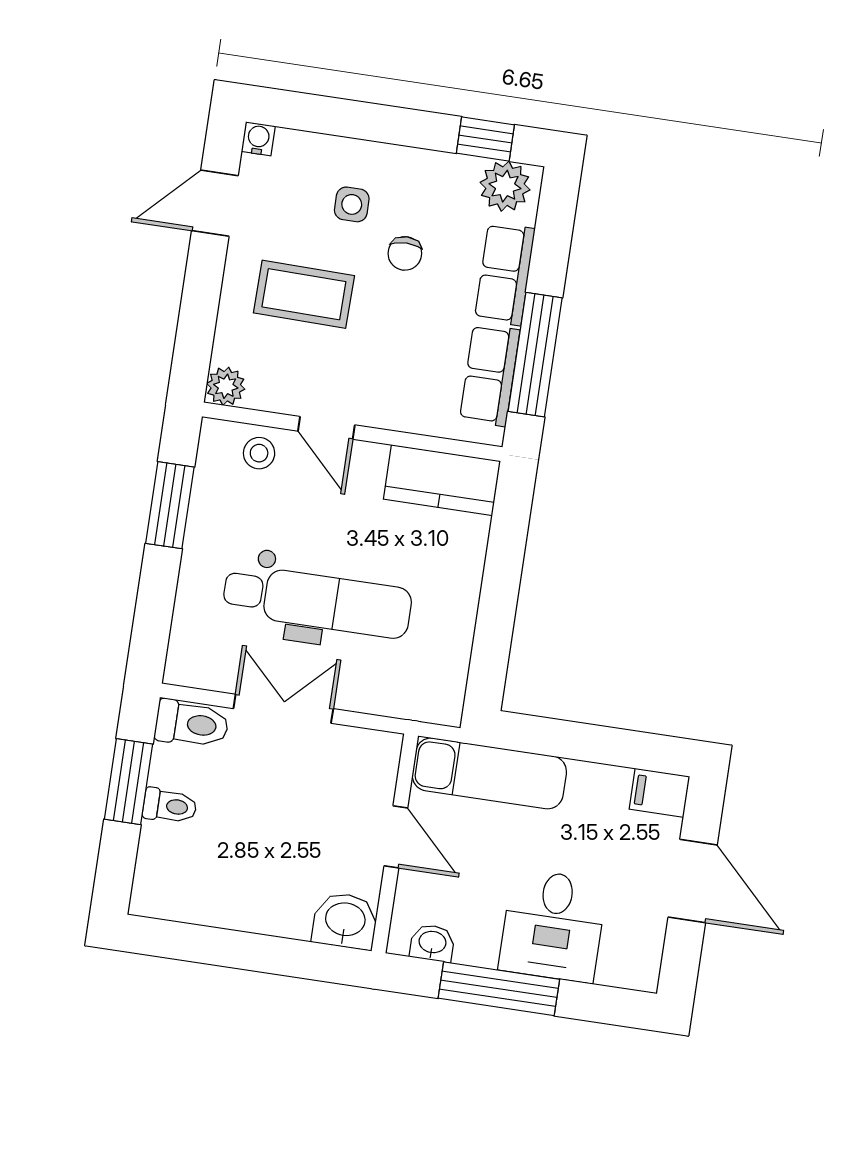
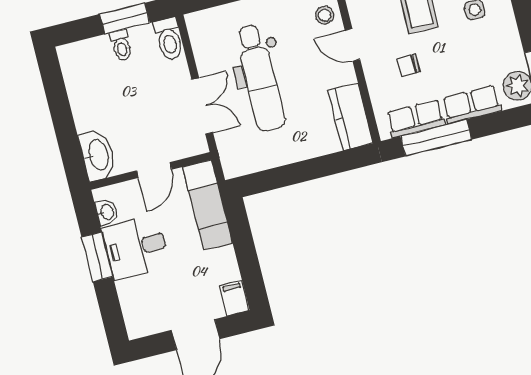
chair: (405, 253) -> (409, 65), moved
door: (326, 428) -> (353, 45), hinge flipped
double door: (283, 709) -> (202, 106), moved
washbasin: (345, 921) -> (98, 155), width x1.38
desk: (553, 926) -> (136, 247), moved
window: (499, 989) -> (97, 257), width x0.69

